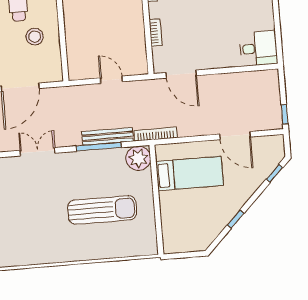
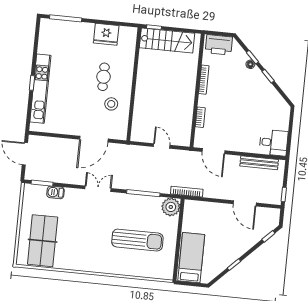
bench: (108, 136) -> (259, 163), moved
bed: (190, 173) -> (191, 258), moved, turned -90

